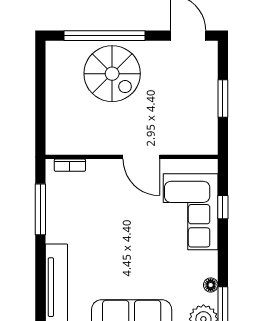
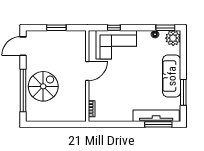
window: (40, 209) -> (158, 124), moved

